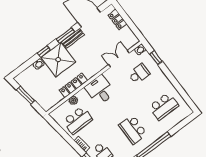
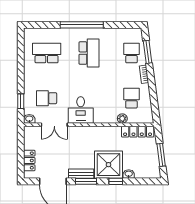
locker: (73, 85) -> (138, 132), moved
desk: (100, 90) -> (81, 110), moved
school desk: (78, 120) -> (131, 98), width x0.54

